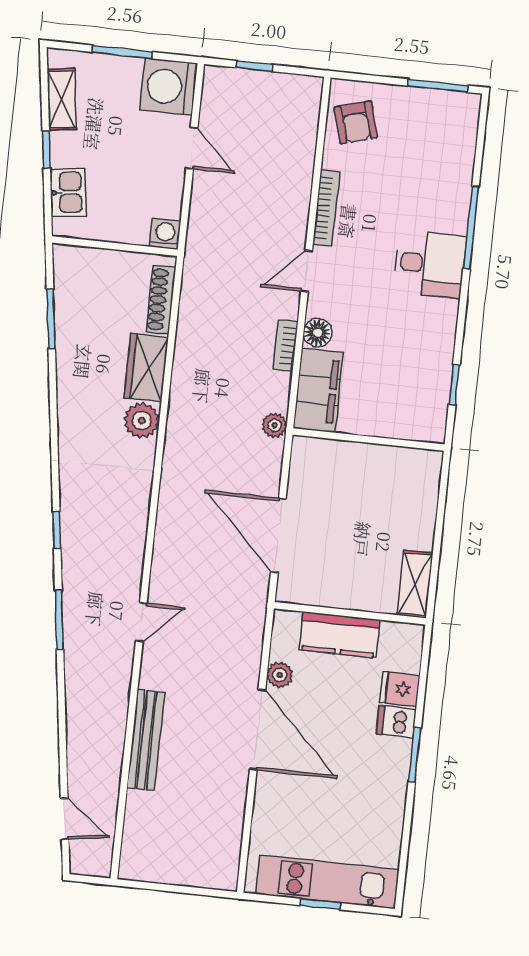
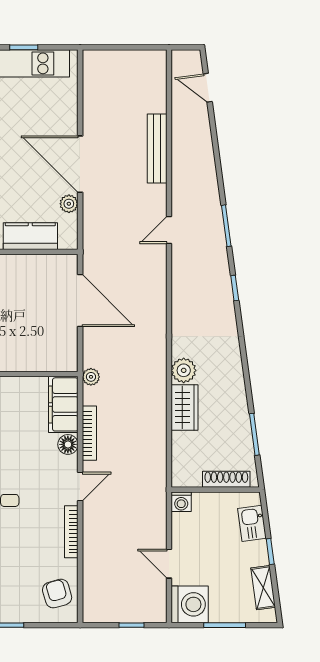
shoe rack: (161, 300) -> (226, 479), moved, turned -90
bookcase: (285, 345) -> (89, 433), width x1.56

